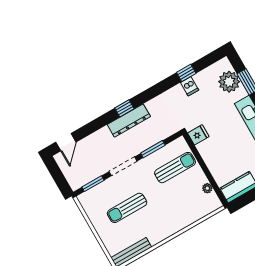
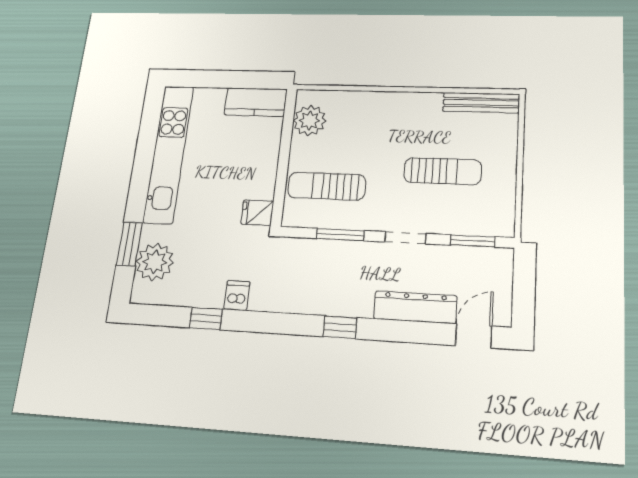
dishwasher: (190, 86) -> (237, 296), moved
dresser: (129, 121) -> (415, 307), moved
doorway: (123, 166) -> (405, 238), width x0.73
plant: (207, 188) -> (310, 121), width x1.88, depth x1.88

